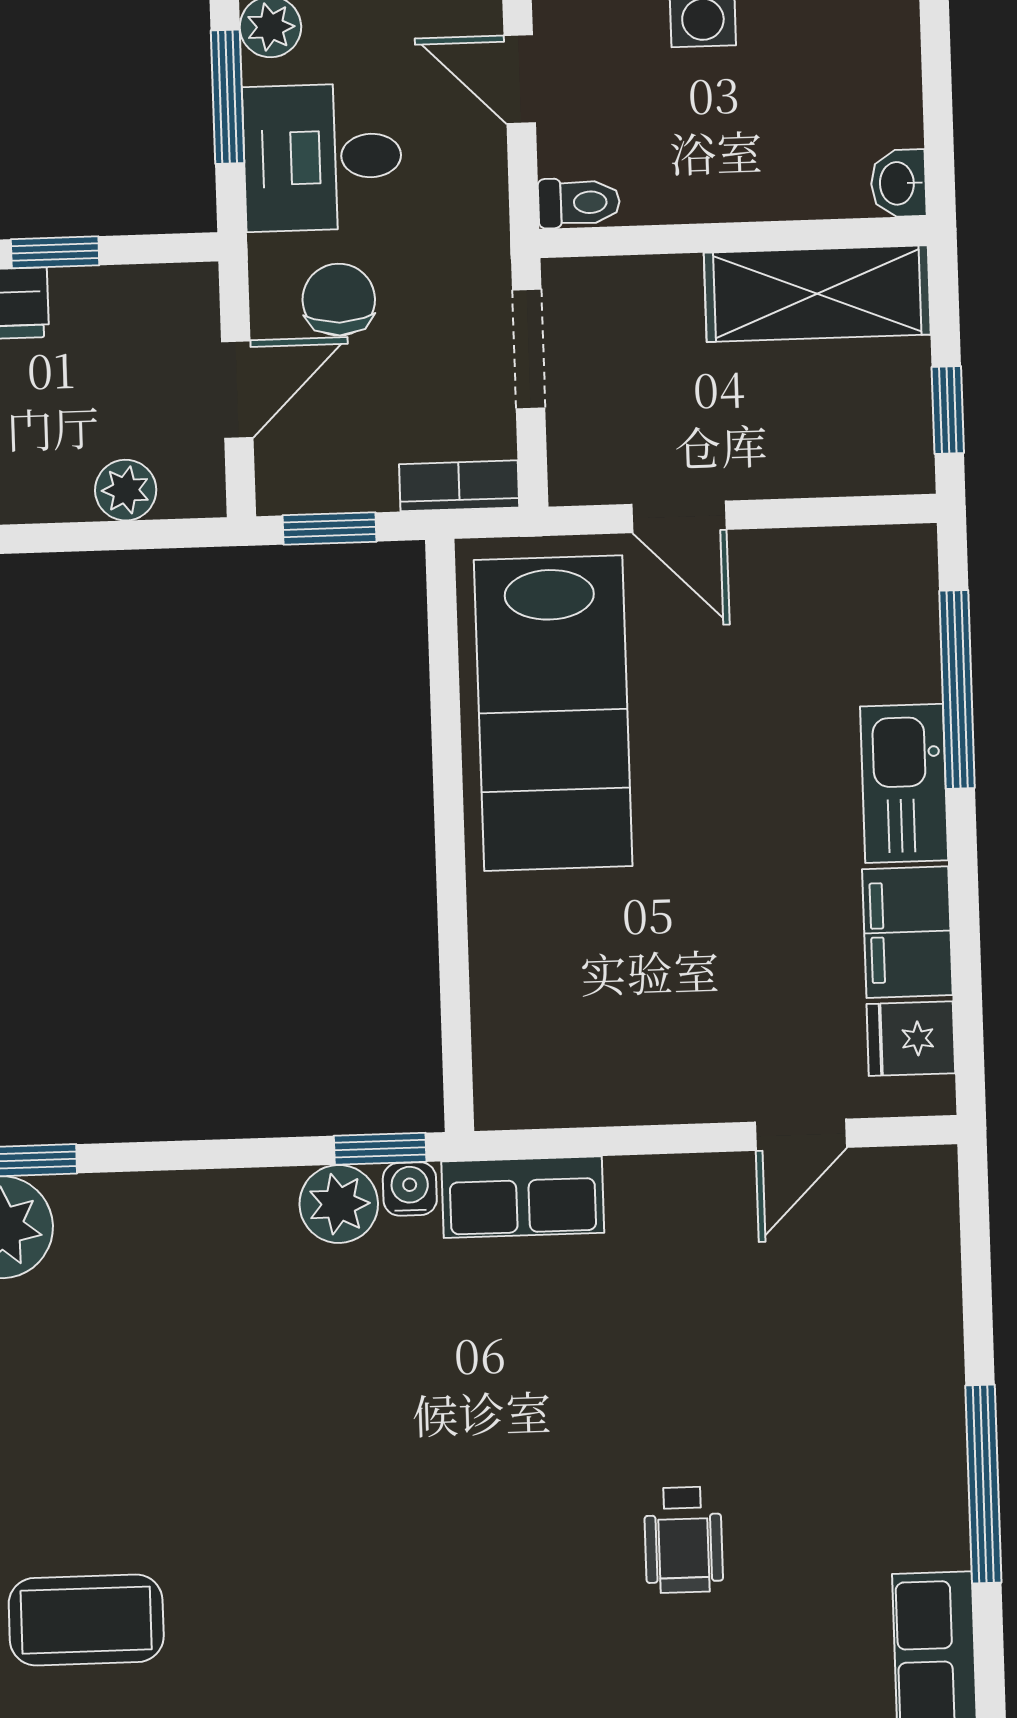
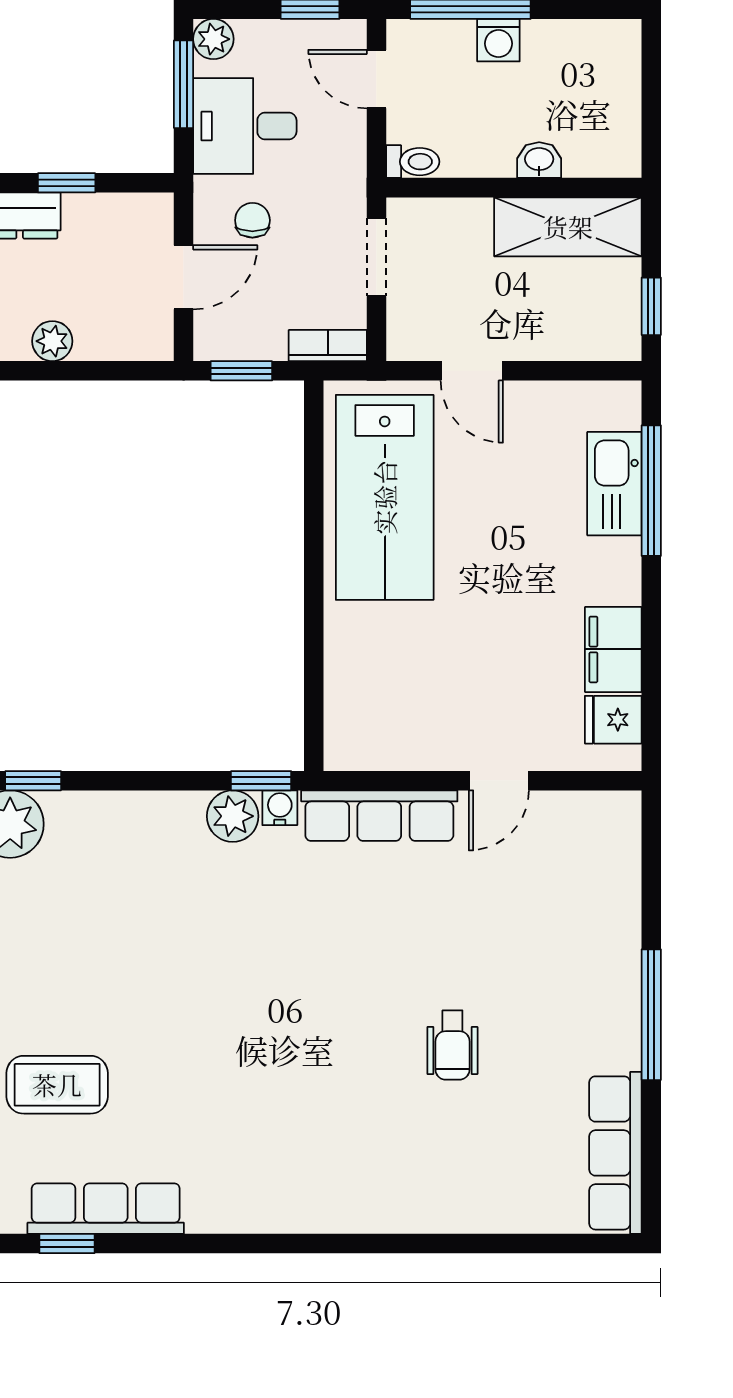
washbasin: (898, 183) -> (539, 160), moved, turned 90
chair: (339, 300) -> (252, 220), width x0.73, depth x0.73
plant: (126, 490) -> (52, 341), moved
kitchen sink: (904, 783) -> (614, 484), moved
door: (801, 1135) -> (499, 781), moved
row of seats: (523, 1197) -> (379, 816), width x1.48

